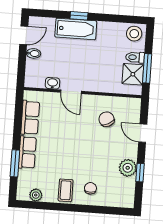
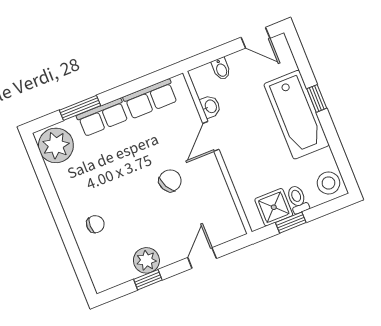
bathtub: (76, 29) -> (297, 115), width x1.36, depth x1.36
bidet: (33, 53) -> (221, 69), moved
window: (147, 68) -> (291, 223), width x0.67
chair: (107, 119) -> (170, 181), moved
coffee table: (66, 190) -> (77, 192), removed
plant: (36, 195) -> (56, 145), width x1.88, depth x1.88

